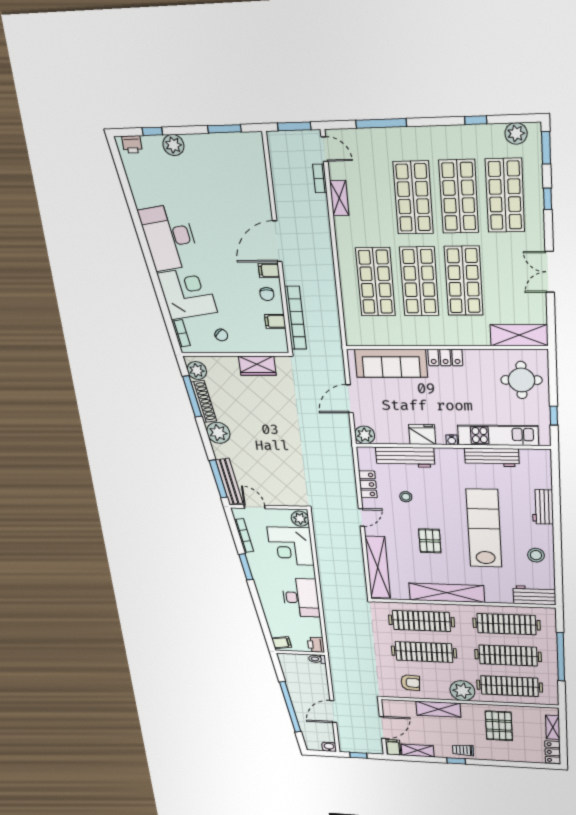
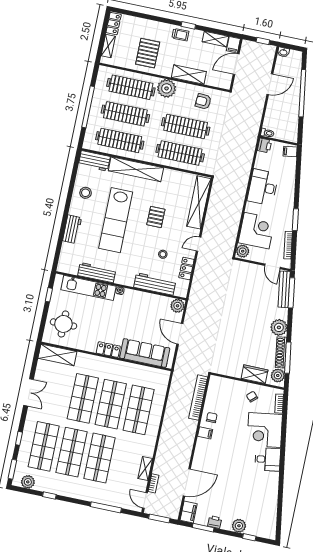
printer: (132, 144) -> (215, 522), moved
desk: (169, 237) -> (268, 459), width x0.53, depth x0.77
door: (277, 241) -> (187, 482), moved
filing cabinet: (275, 321) -> (189, 512), moved, width x2.00
wardrobe: (257, 366) -> (255, 374), moved
door: (350, 399) -> (180, 334), swing flipped
fridge: (422, 434) -> (139, 298), removed
shelving: (447, 593) -> (136, 169), moved

